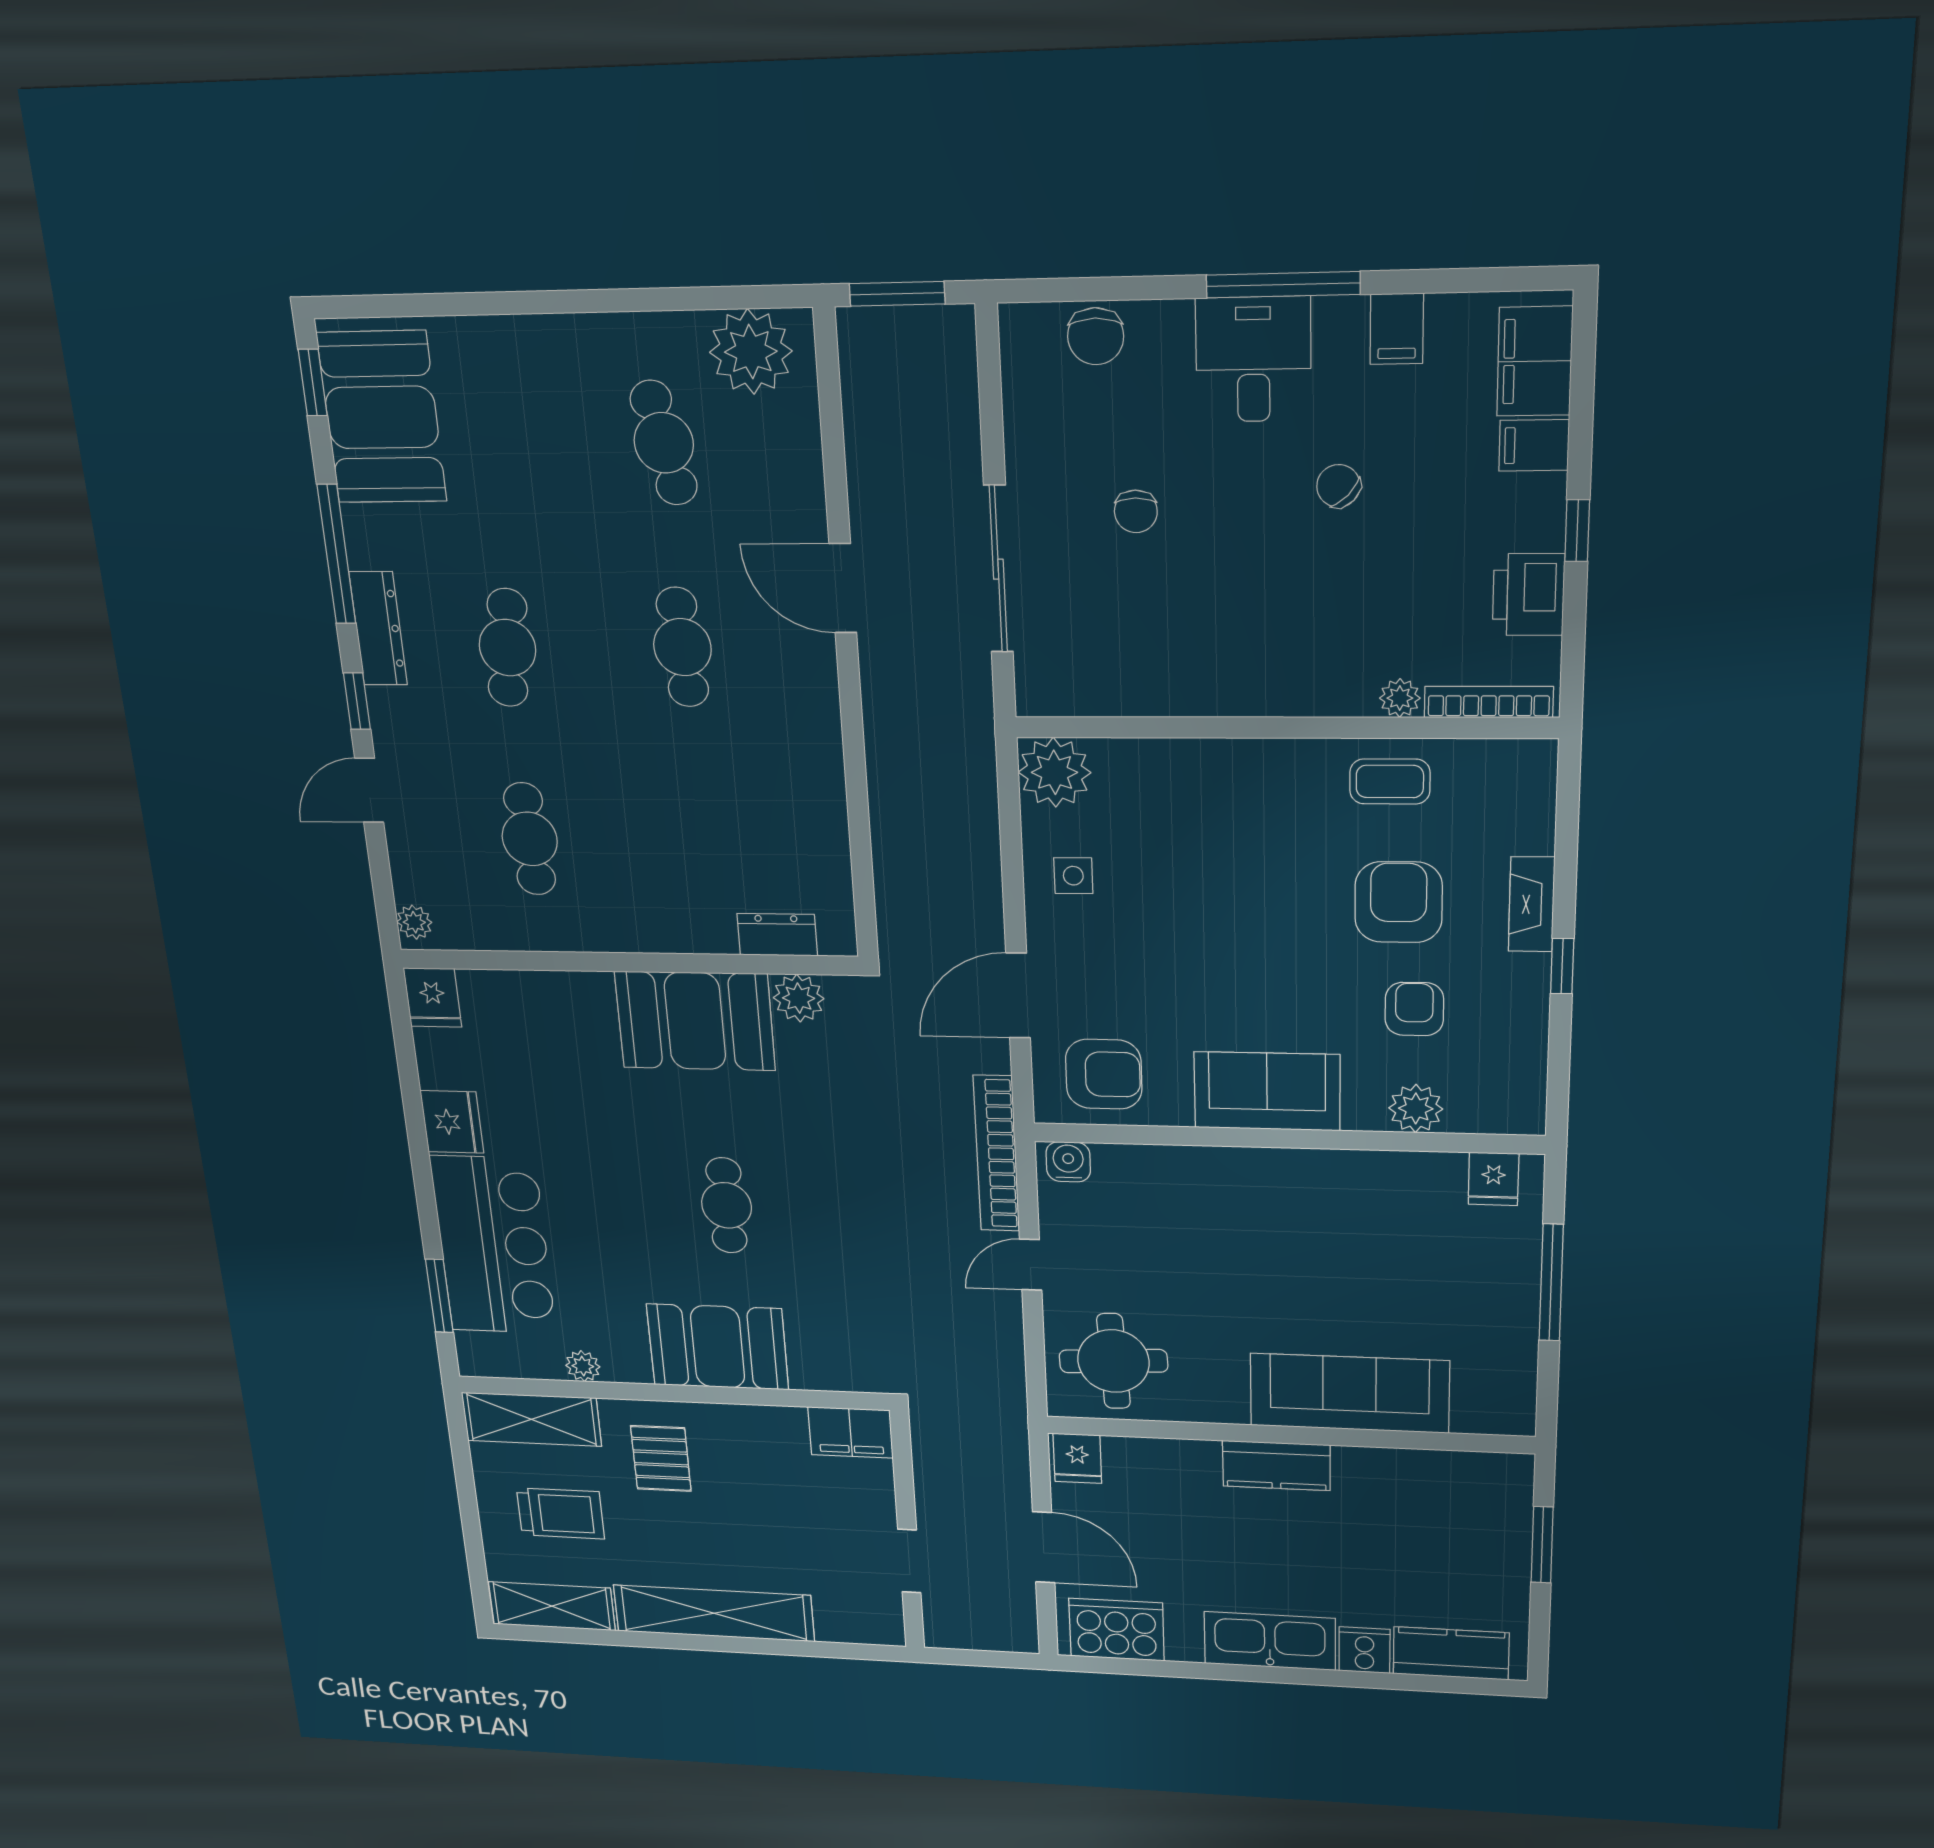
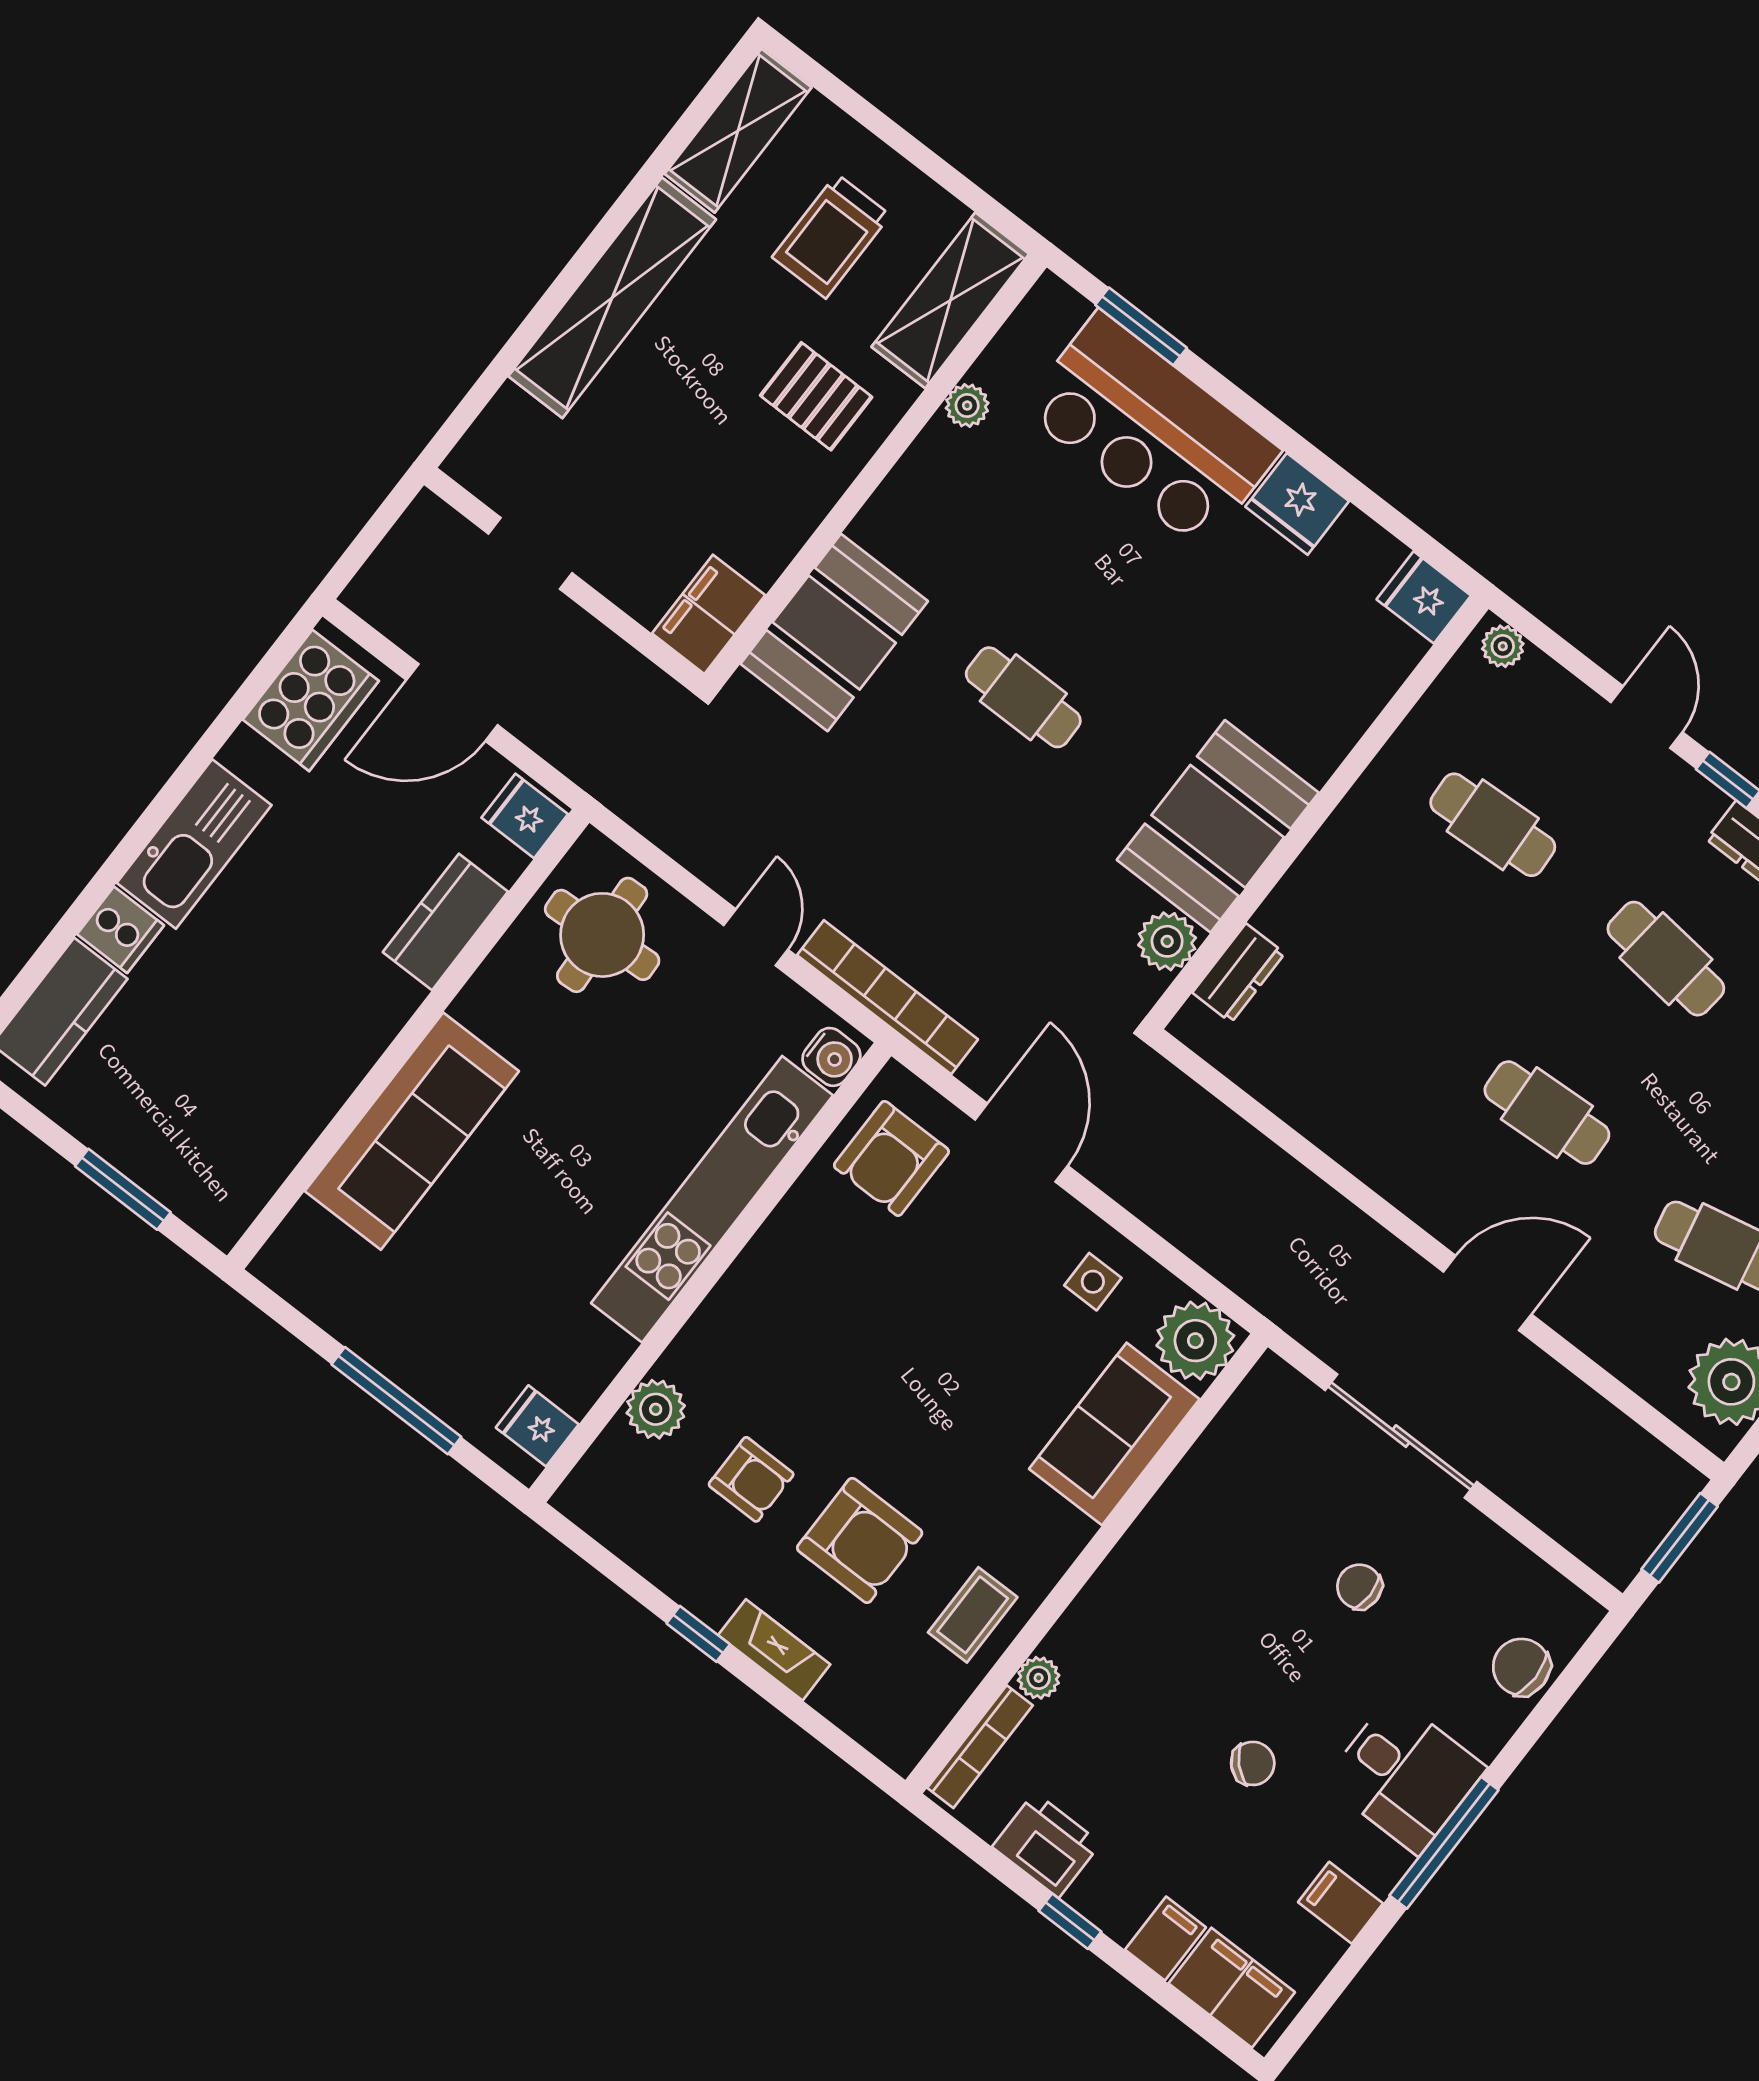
sofa: (1267, 1091) -> (1114, 1434), moved, turned 180
kitchen unit: (1233, 1172) -> (712, 1199), added
booth: (718, 1347) -> (834, 632), moved
kitchen counter: (1276, 1466) -> (445, 922), moved

